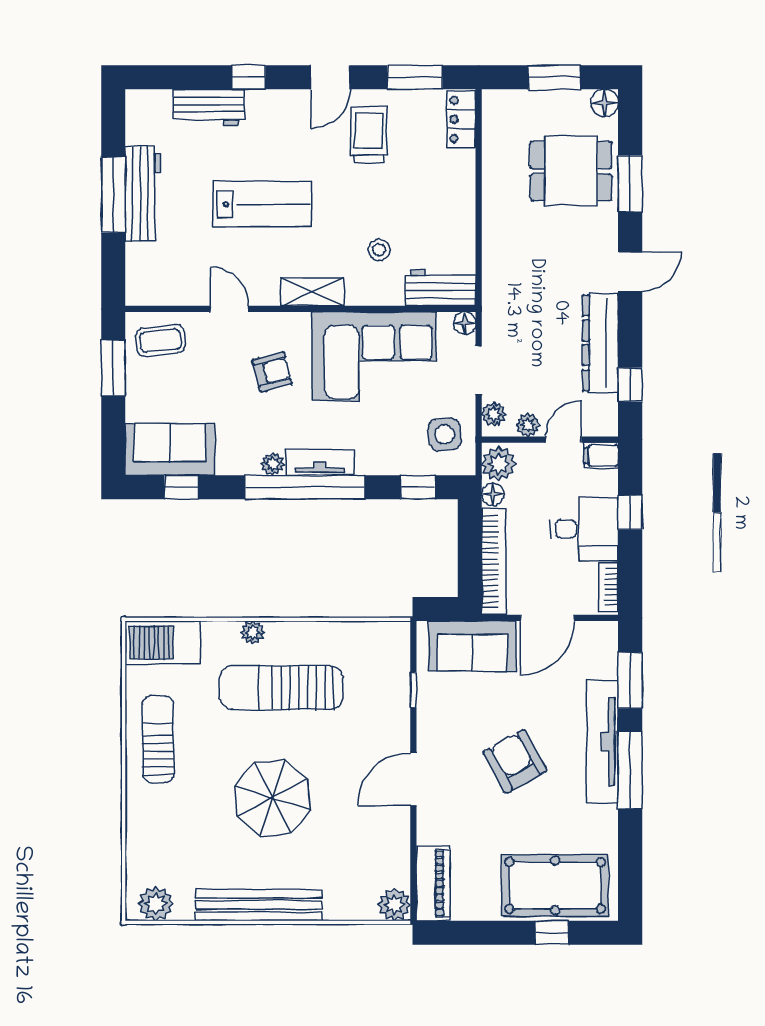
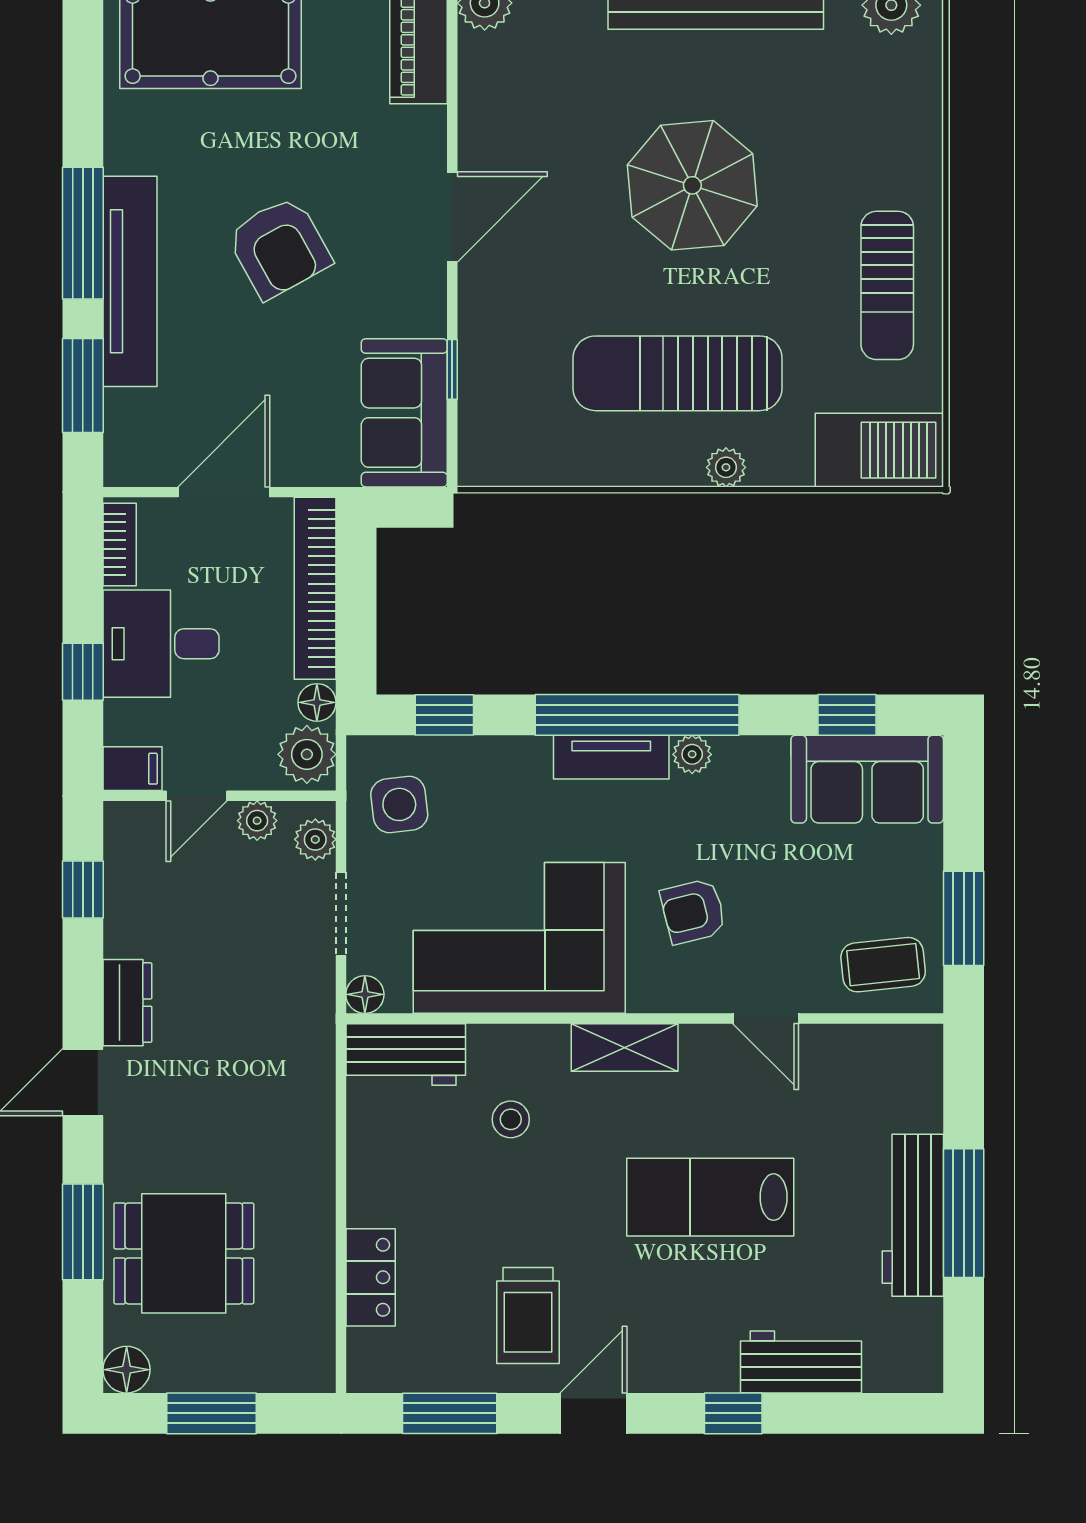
locker: (461, 119) -> (371, 1277), moved
dresser: (600, 343) -> (127, 1003), width x0.51, depth x0.80
sofa: (472, 646) -> (404, 413), moved, turned -90
sun lounger: (281, 688) -> (677, 373), turned 180

